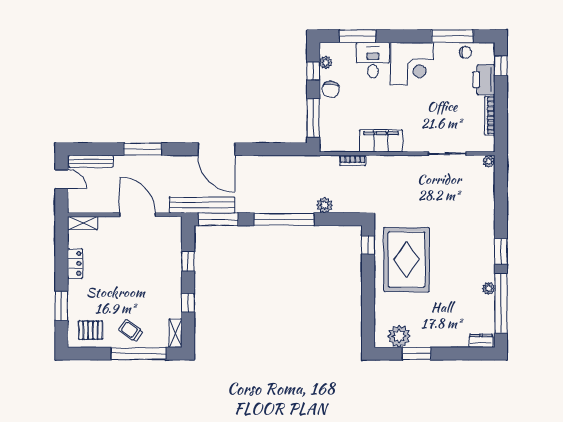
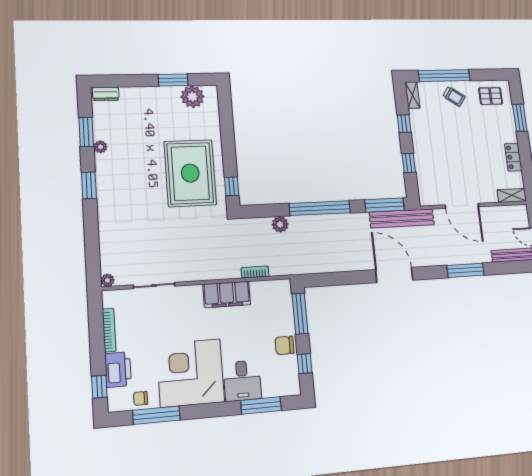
plant: (326, 62) -> (292, 374), removed
corner desk: (412, 64) -> (190, 373), width x1.36, depth x1.36
chair: (331, 89) -> (285, 345), turned -94
window: (501, 303) -> (86, 132), width x0.47

